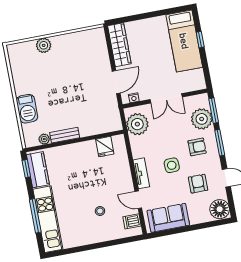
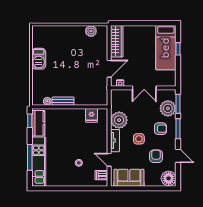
plant: (44, 45) -> (91, 31), moved
barbecue: (27, 109) -> (39, 59), moved
plant: (137, 124) -> (119, 120), moved

